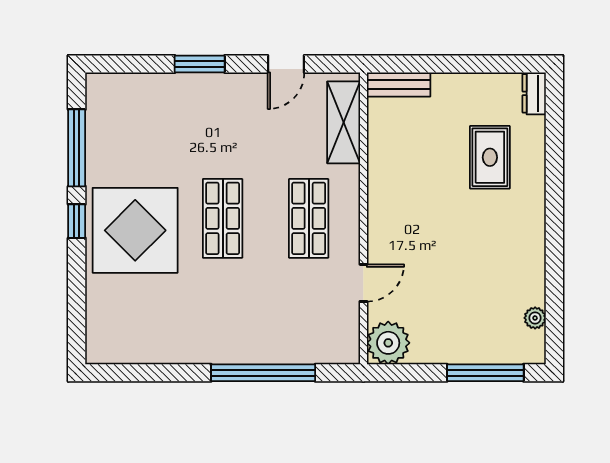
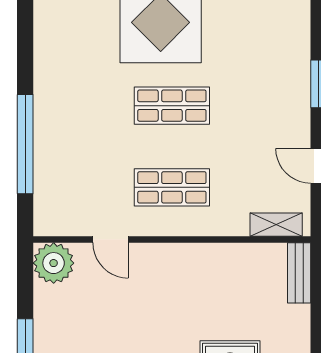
shelving: (344, 122) -> (276, 225), width x0.67, depth x0.75

